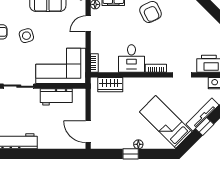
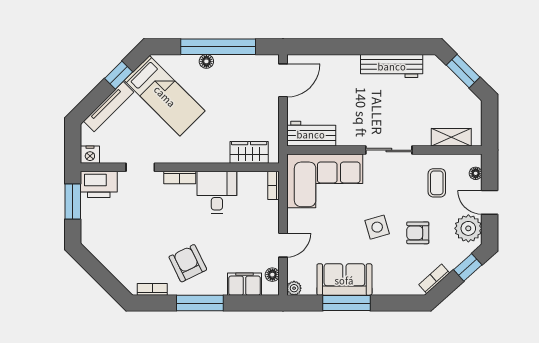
workbench: (56, 97) -> (311, 134), moved
window: (205, 127) -> (119, 75), moved
door: (88, 132) -> (283, 80), hinge flipped
window: (131, 154) -> (218, 47), width x3.17

